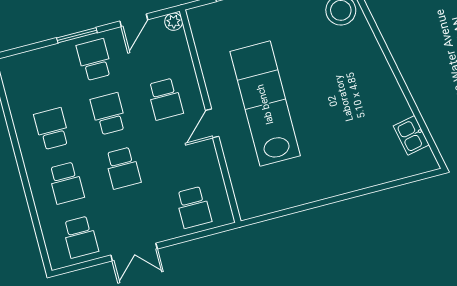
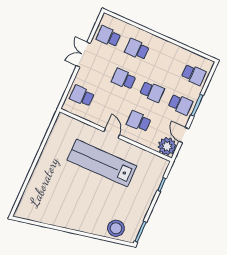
plant: (174, 22) -> (167, 146), width x1.88, depth x1.88
lab bench: (265, 104) -> (102, 163), turned 180
school desk: (52, 129) -> (194, 75), moved
kitchen sink: (411, 135) -> (37, 215), removed

